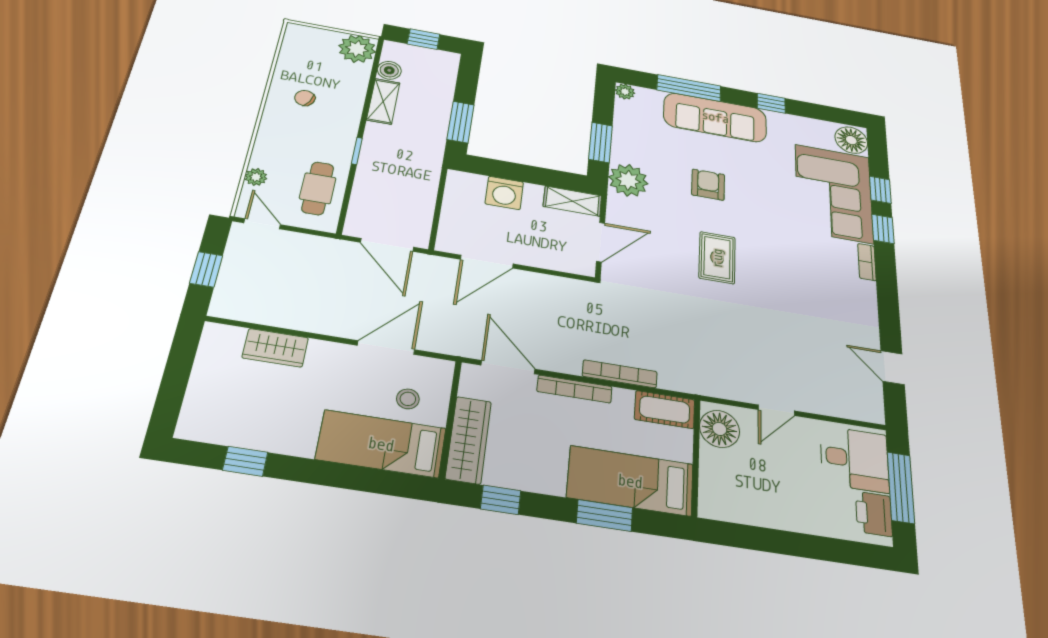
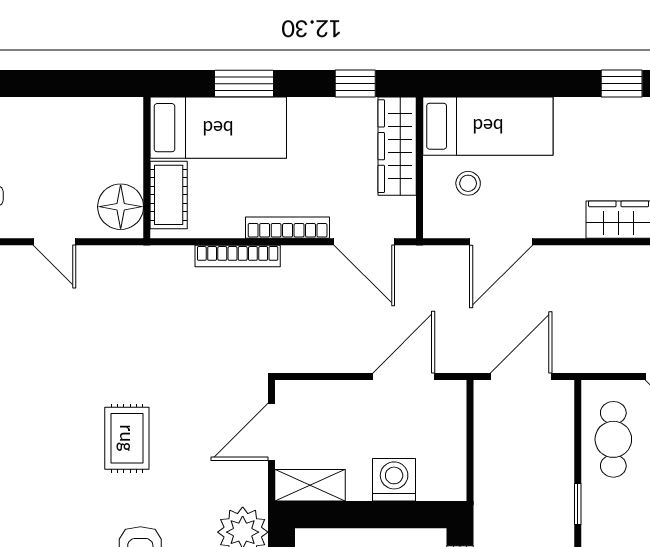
door: (387, 245) -> (521, 376), hinge flipped
cot: (665, 410) -> (169, 195), moved, turned 90
door: (776, 410) -> (54, 242), swing flipped

